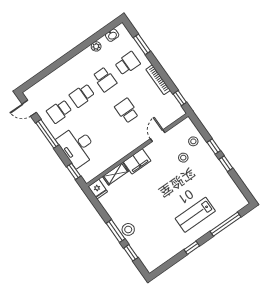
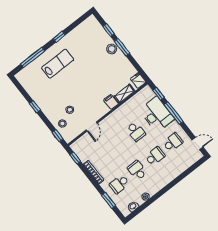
school desk: (127, 111) -> (136, 132), moved
window: (47, 134) -> (174, 113), moved
window: (214, 147) -> (58, 136), moved
filing cabinet: (137, 161) -> (111, 102), width x0.50

